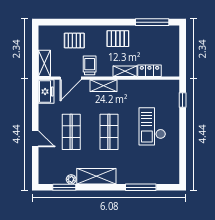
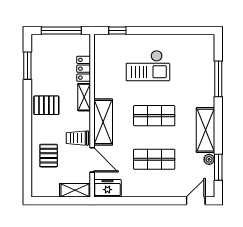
window: (152, 22) -> (27, 66), width x0.69
pallet: (118, 39) -> (46, 105), turned 90
window: (183, 51) -> (61, 30), added
shelving: (103, 86) -> (103, 122), width x1.50, depth x1.33
door: (35, 139) -> (196, 201), moved

